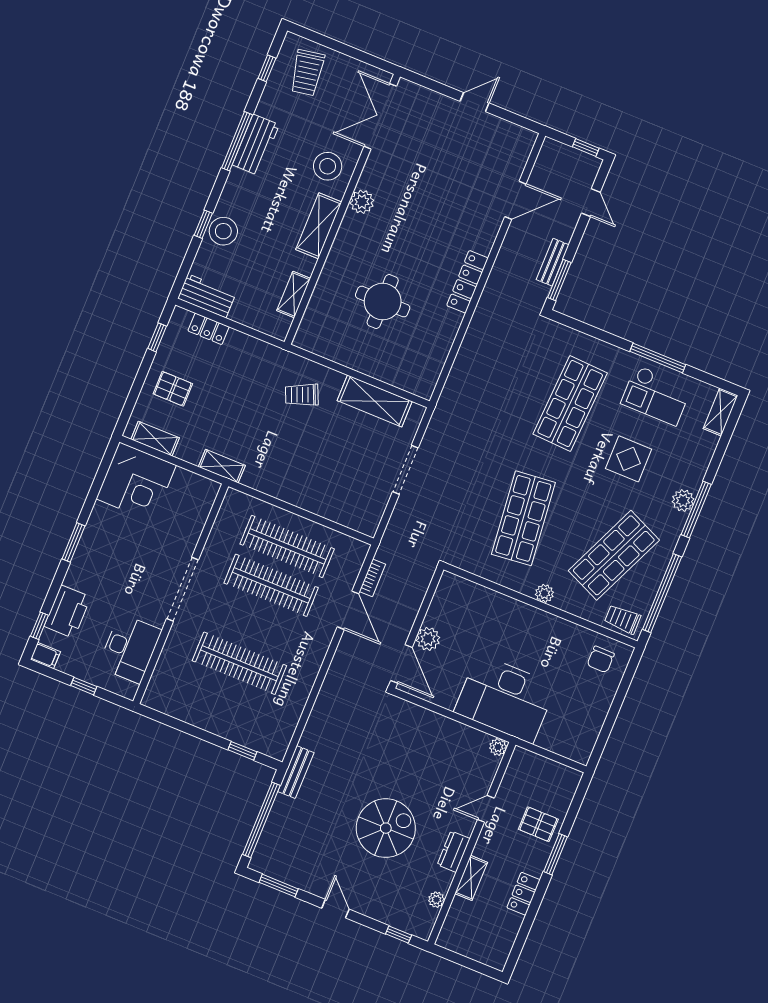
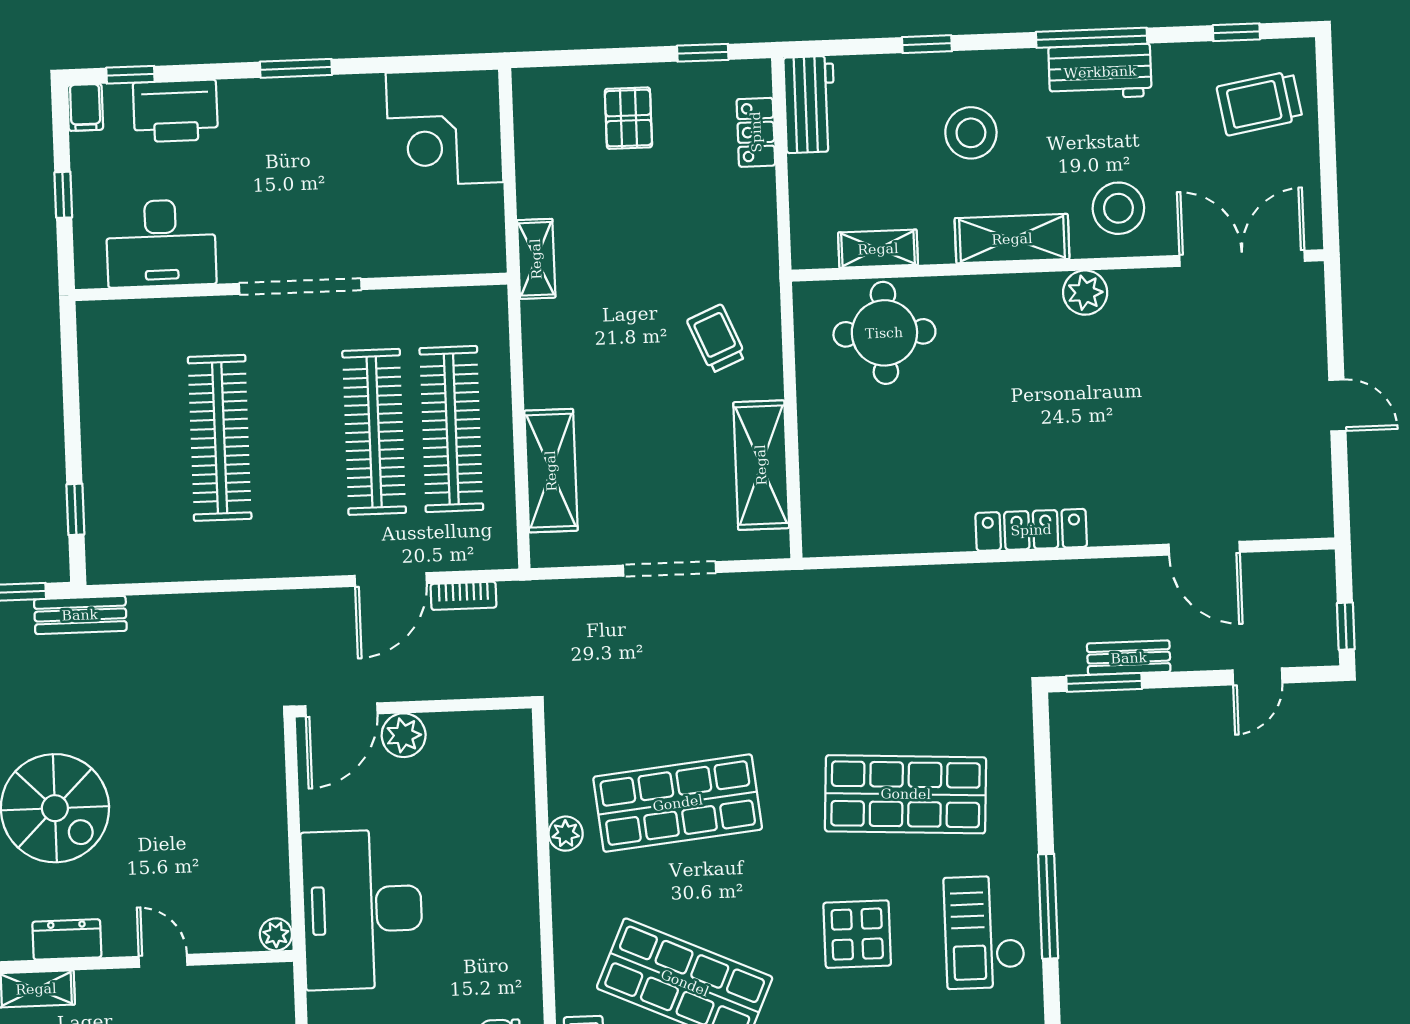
stool: (223, 231) -> (971, 133), moved
round table: (383, 301) -> (884, 333), moved
shelving: (155, 439) -> (551, 471), moved, width x1.50, depth x1.33
plant: (544, 593) -> (566, 834), moved

